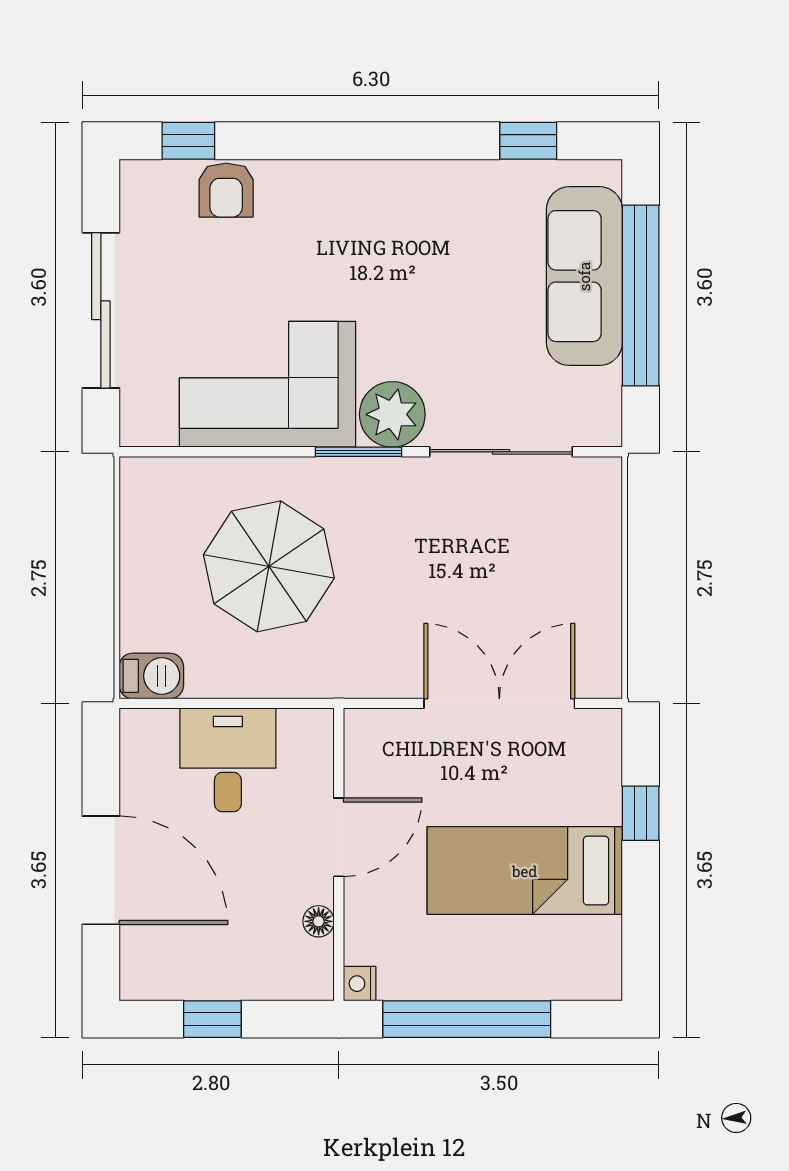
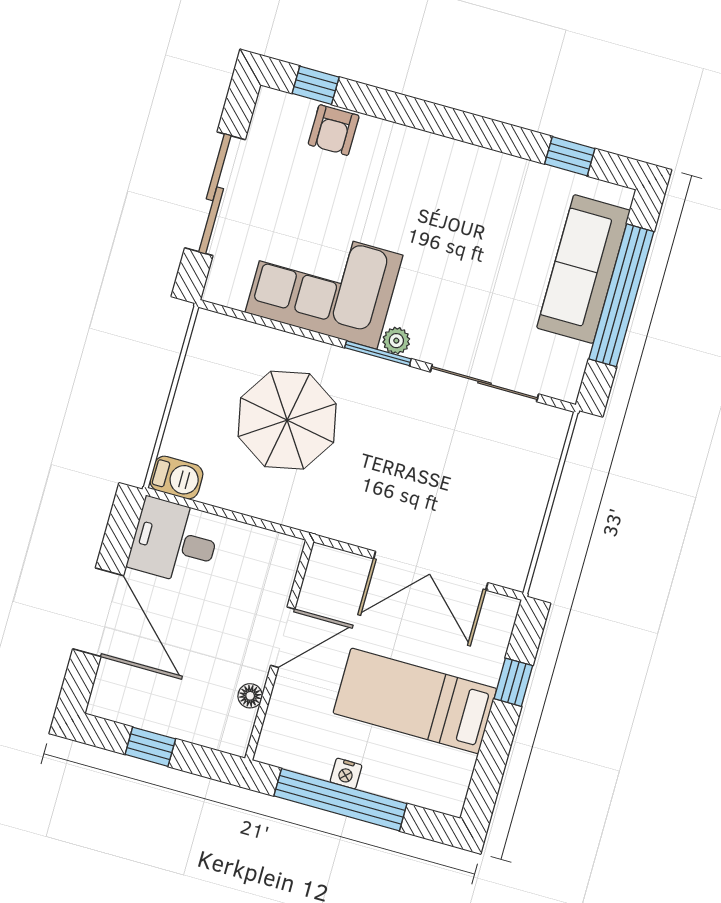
plant: (392, 414) -> (396, 341), width x0.53, depth x0.53
double door: (499, 703) -> (431, 571), swing flipped
desk: (228, 760) -> (174, 542), moved, turned -90
nightstand: (360, 984) -> (346, 774), moved, turned -90

